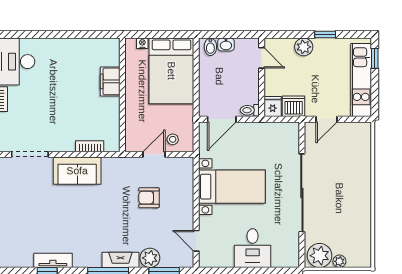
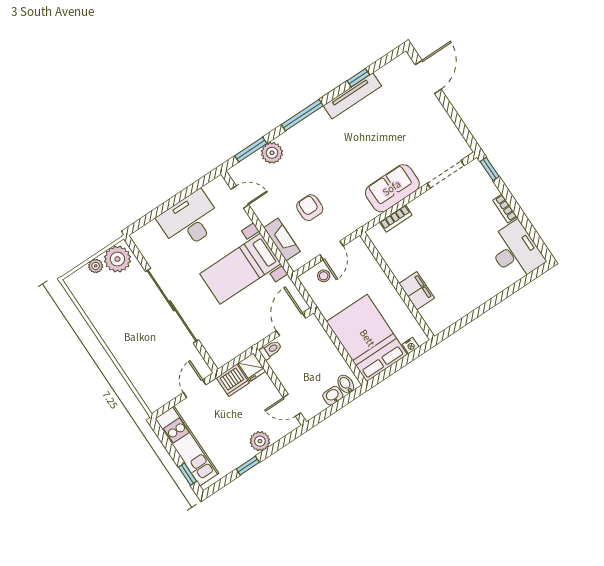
armchair: (149, 198) -> (310, 208), turned -90
desk: (253, 248) -> (190, 221), width x1.37
tv unit: (53, 260) -> (352, 96), width x1.41
fireplace: (120, 260) -> (282, 239), moved, turned -90

